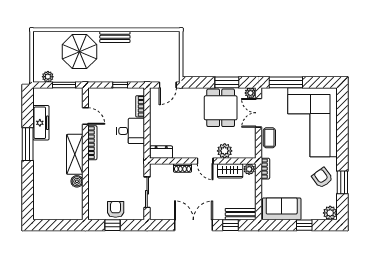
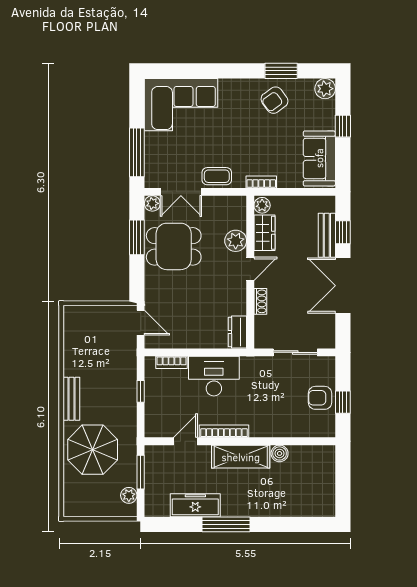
corner sofa: (313, 122) -> (181, 105), width x0.73, depth x0.74
desk: (131, 131) -> (214, 376), width x1.37
bench: (241, 214) -> (327, 235), moved

